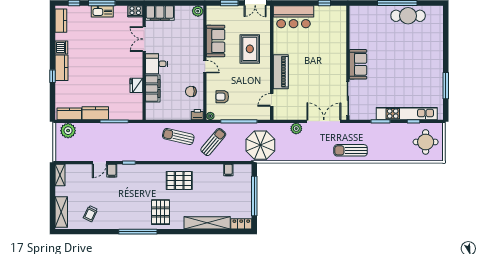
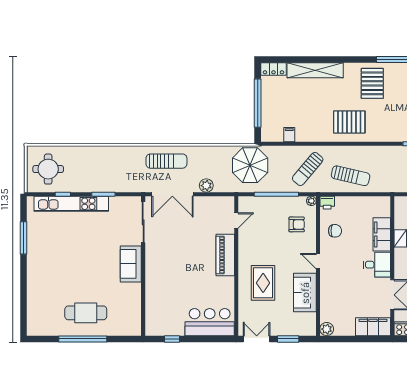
cafe table: (408, 16) -> (86, 313), moved
sun lounger: (351, 150) -> (166, 161), moved

